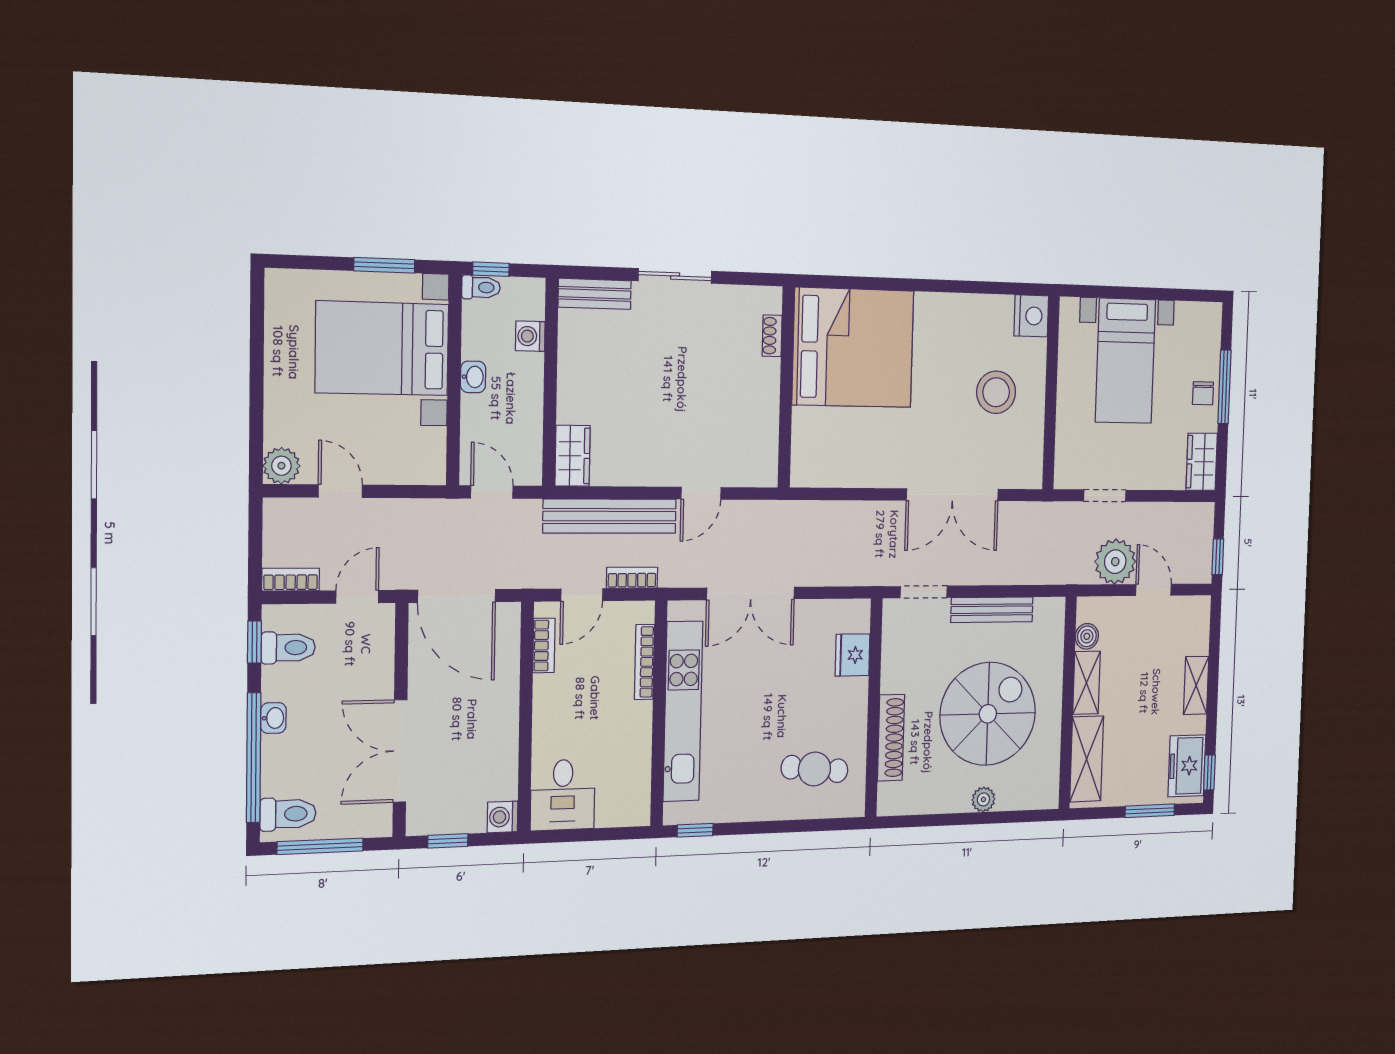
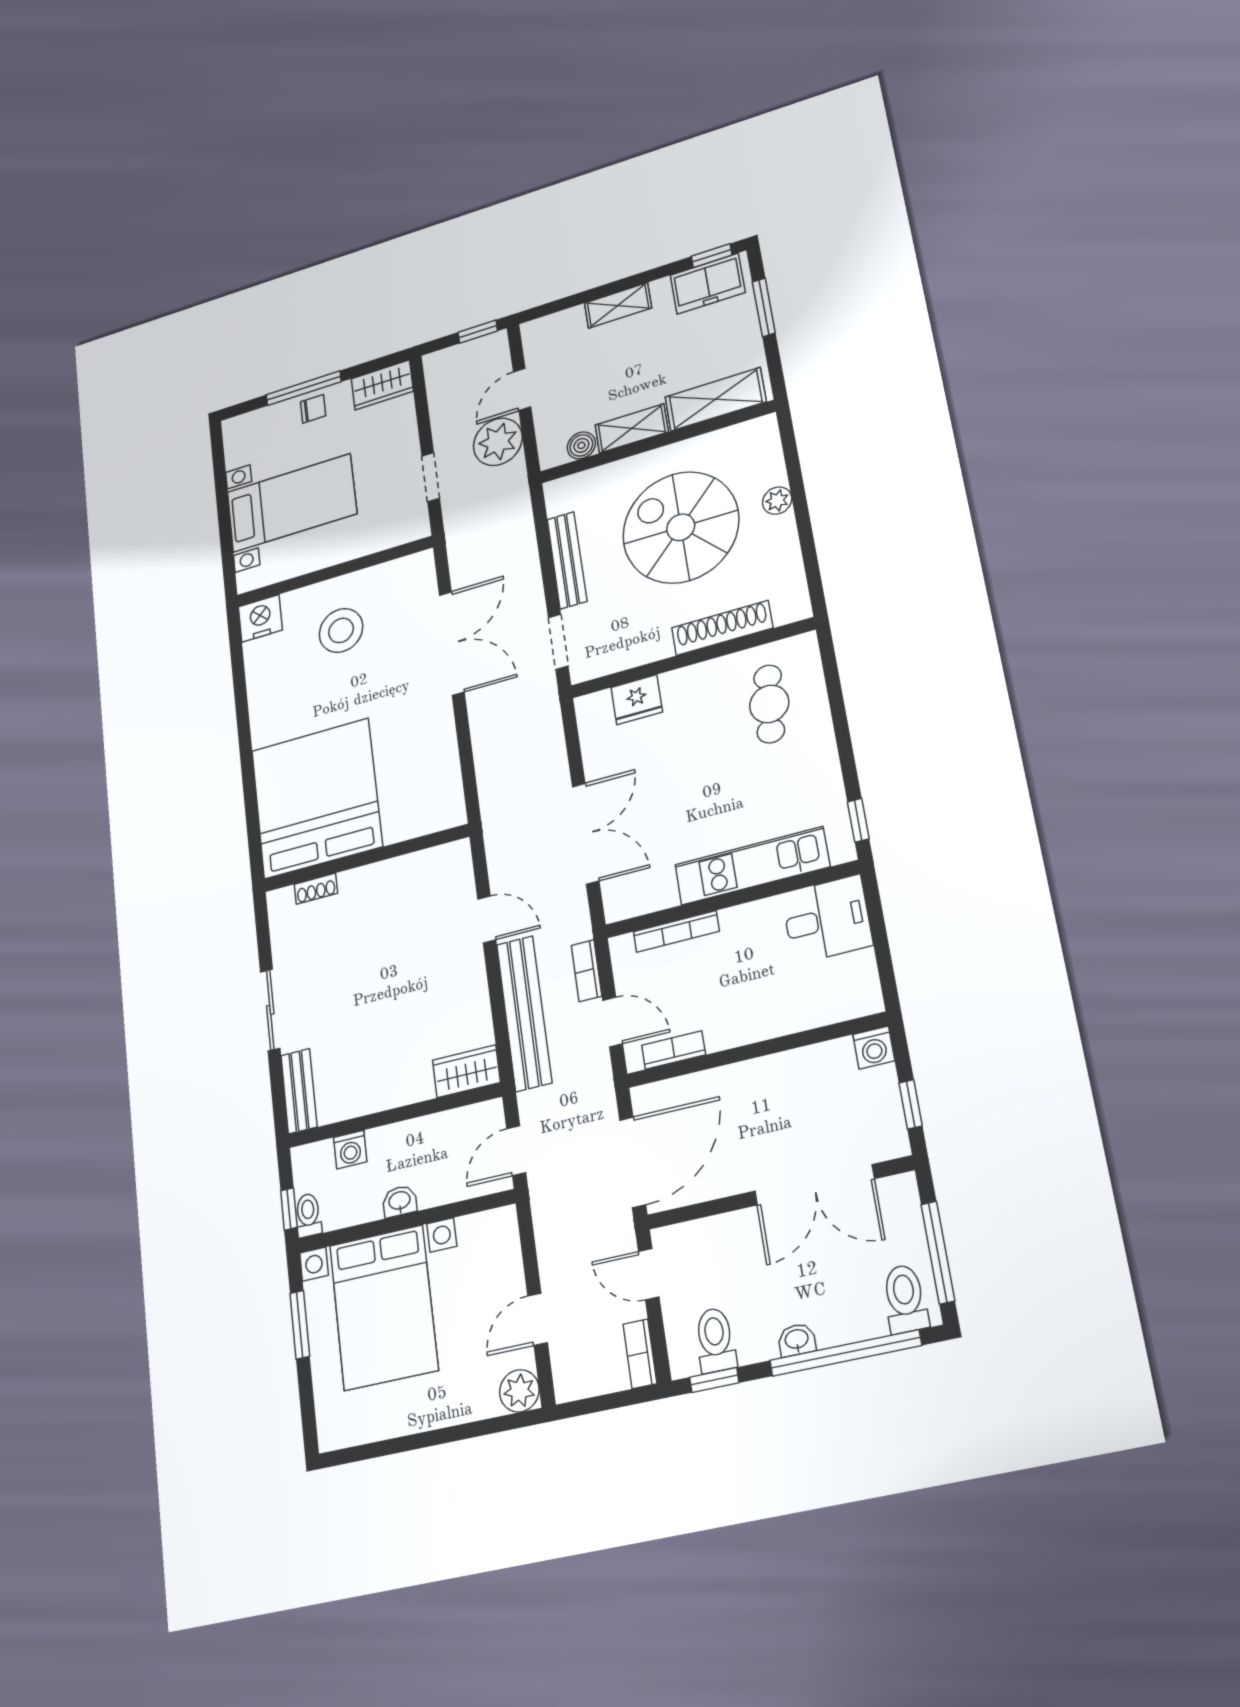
kitchen unit: (683, 711) -> (752, 866), width x0.73
desk: (563, 795) -> (827, 919), moved

